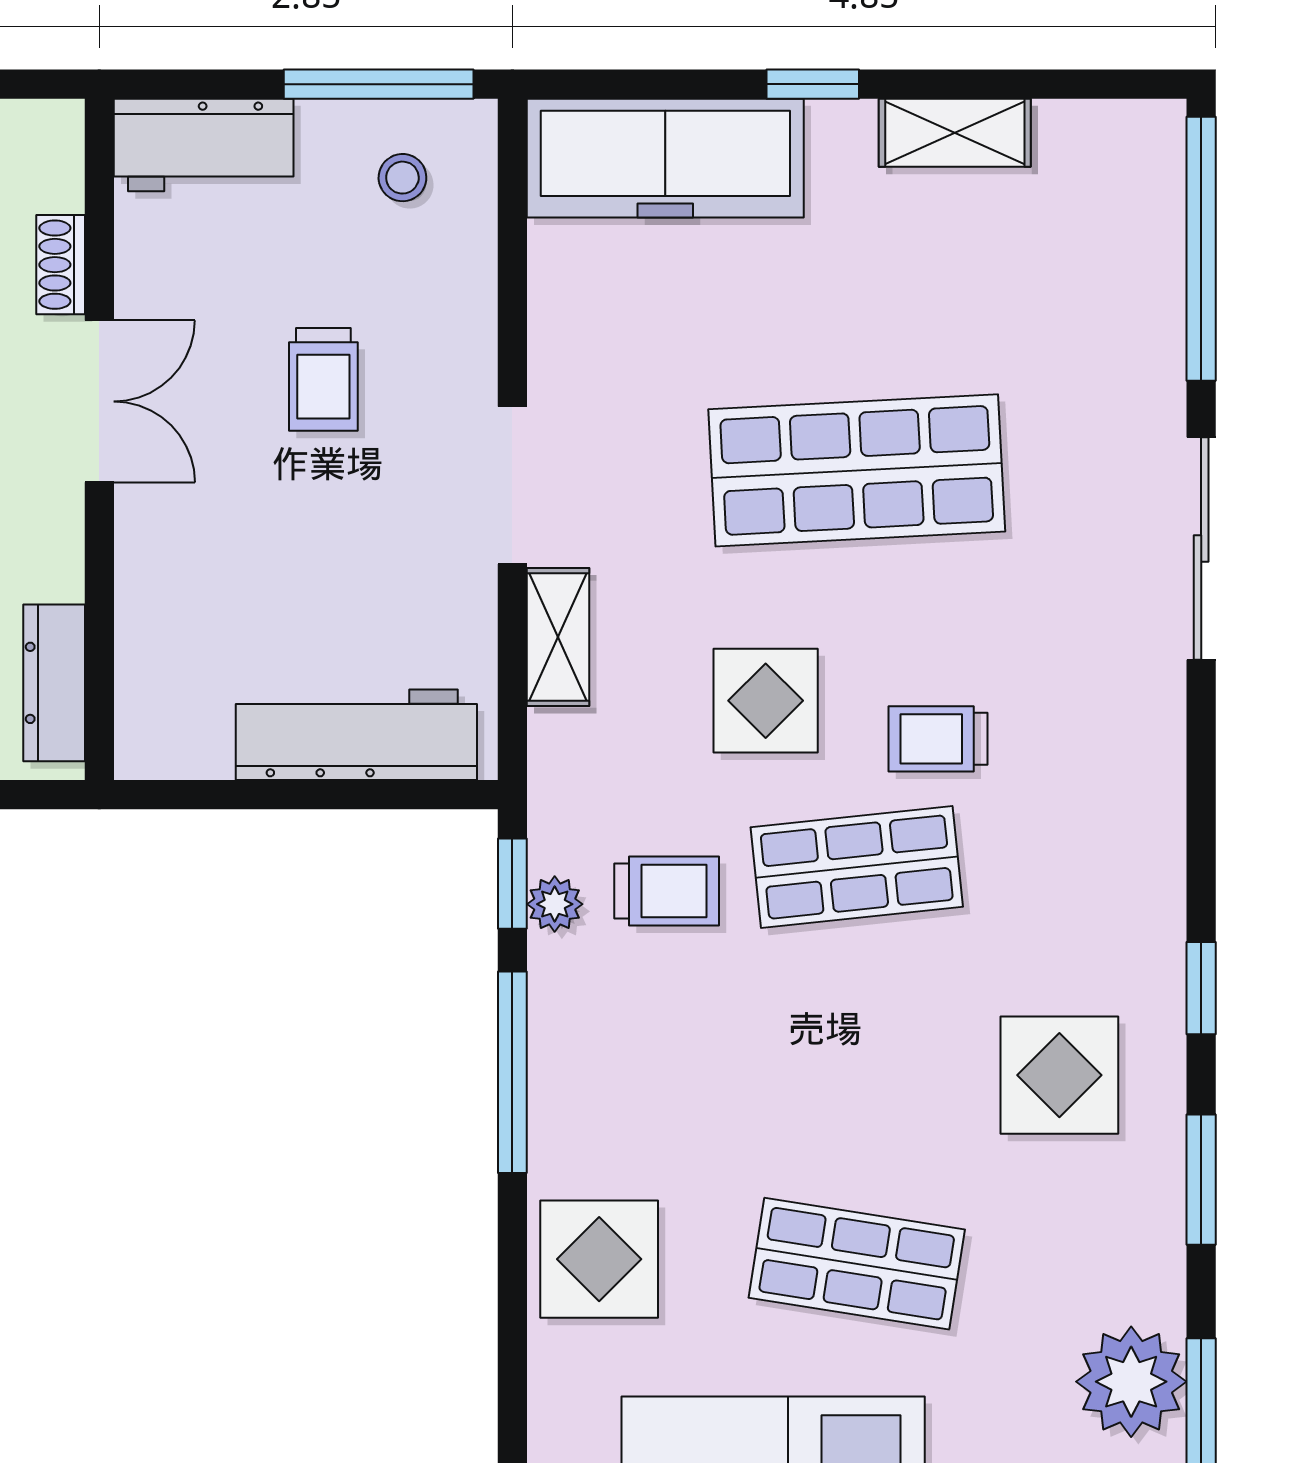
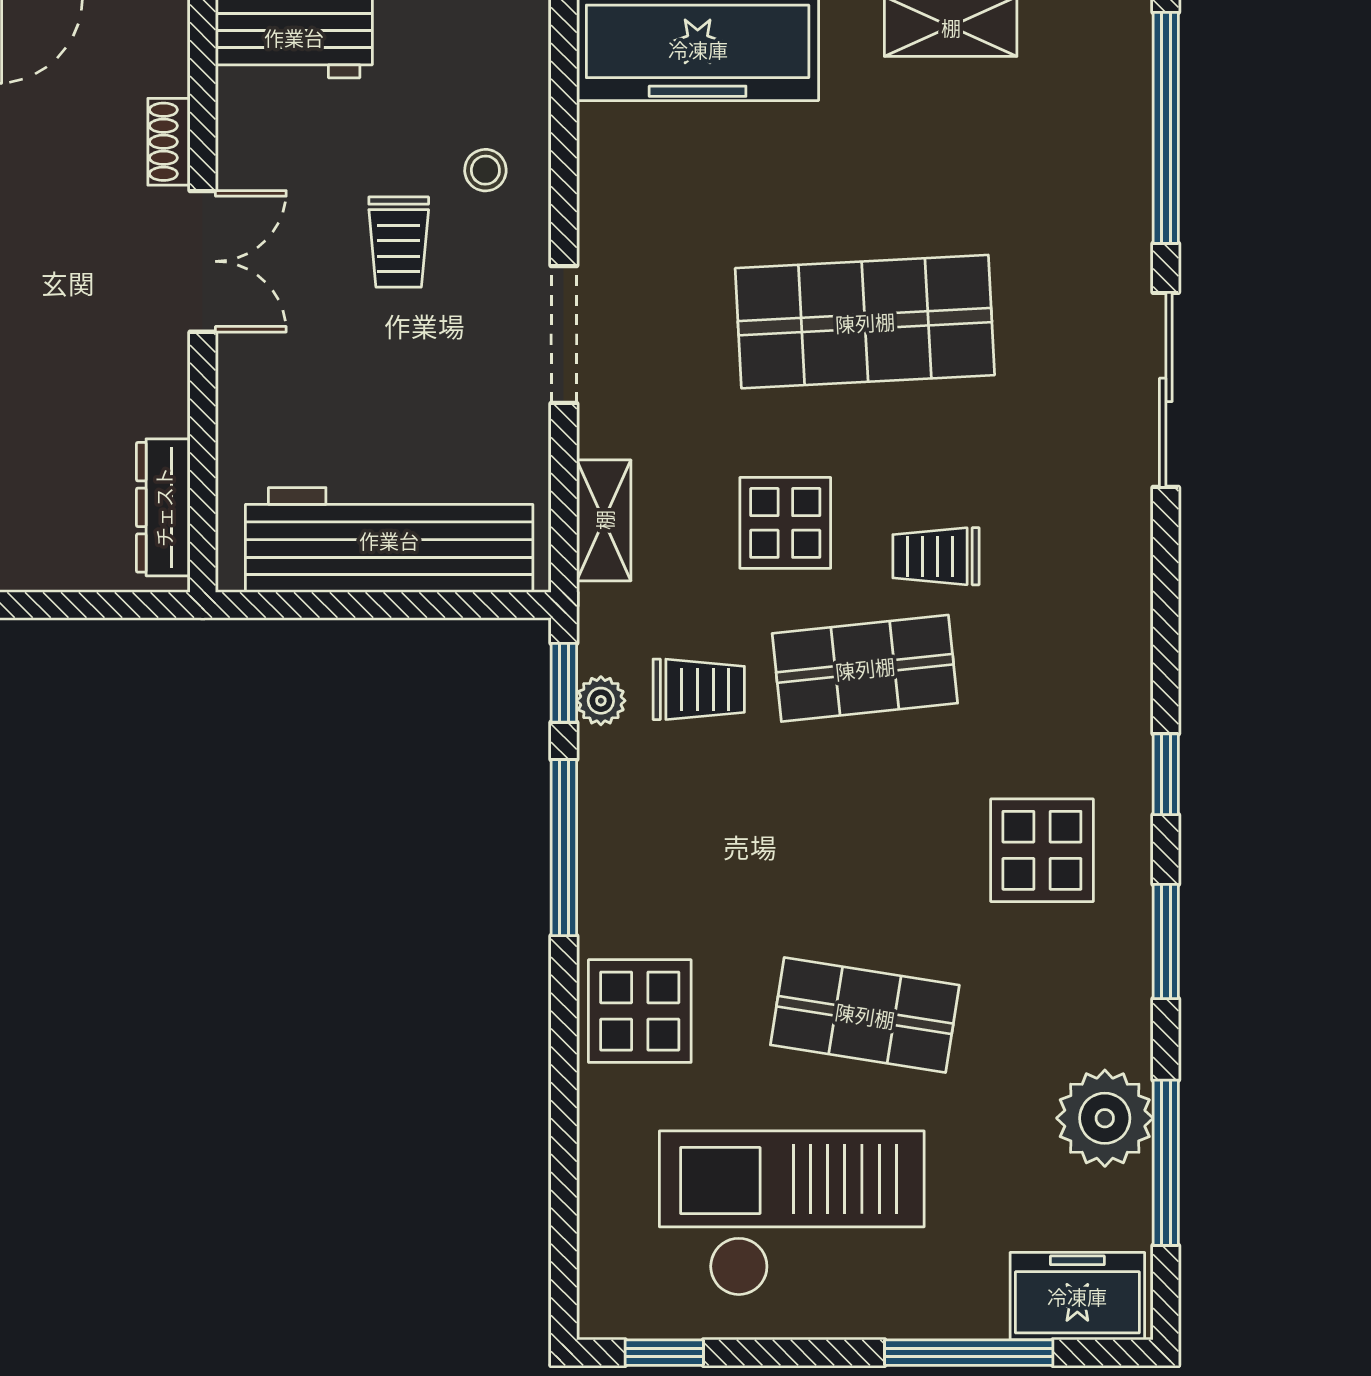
stool: (402, 178) -> (485, 170), moved
shelving: (558, 637) -> (604, 520), moved
workbench: (356, 735) -> (389, 540), width x1.36, depth x1.32

